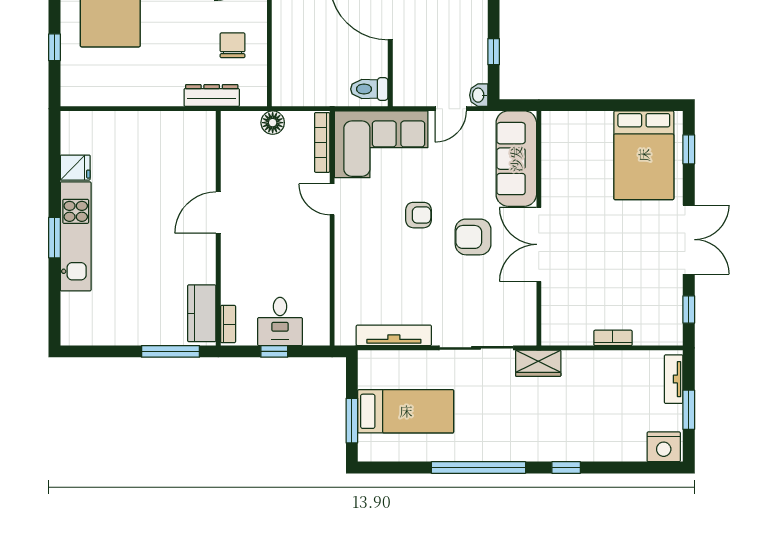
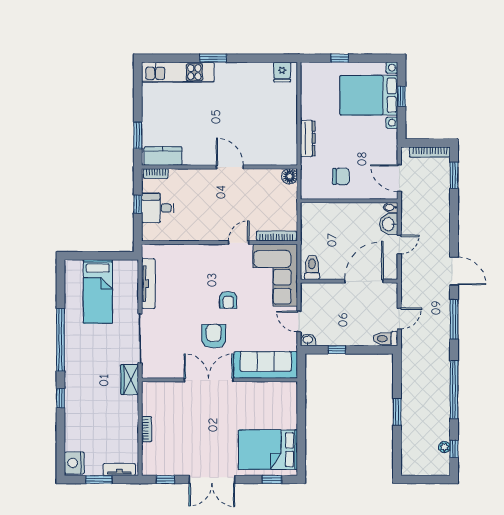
dresser: (212, 95) -> (308, 138), moved
floor lamp: (273, 123) -> (290, 176), moved
fridge: (75, 168) -> (282, 72), moved
kitchen unit: (76, 236) -> (178, 72), moved
window: (170, 351) -> (138, 135), width x0.69
window: (352, 421) -> (92, 256), removed

